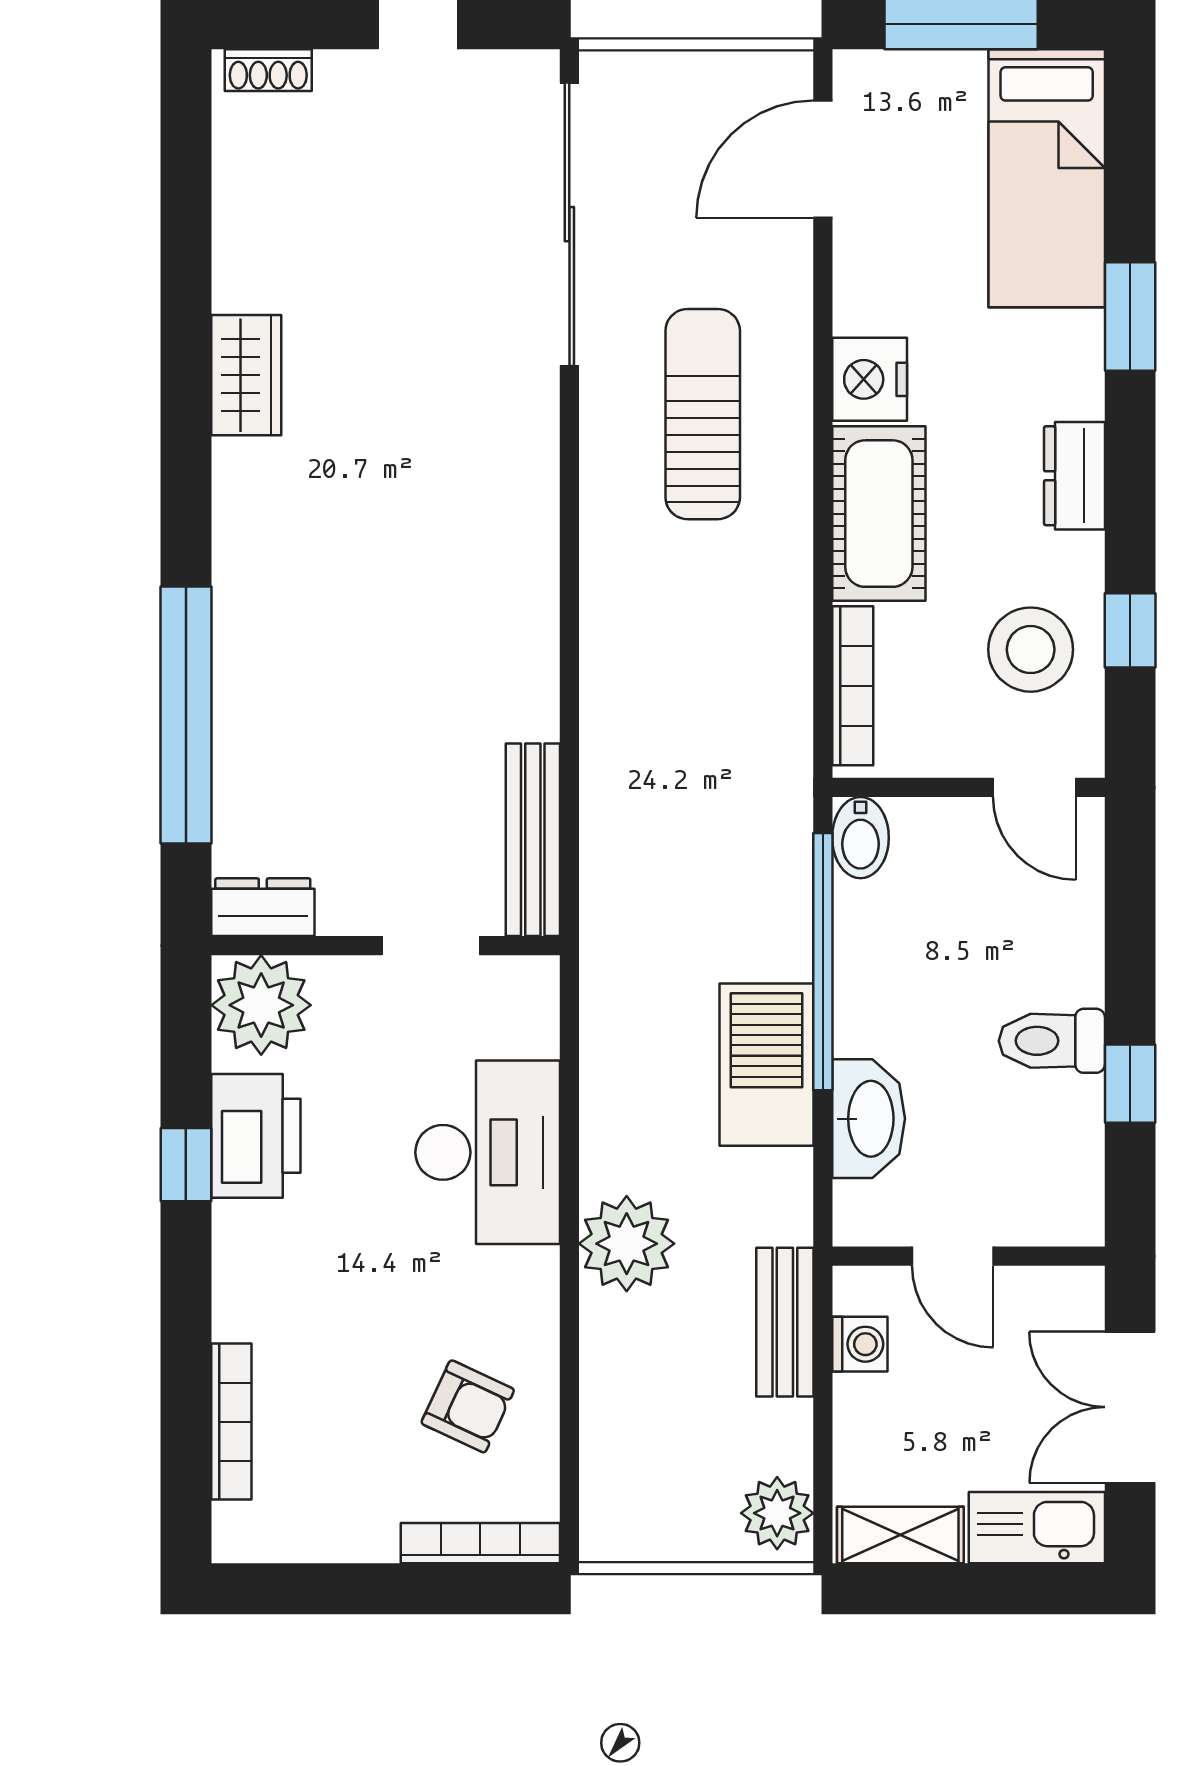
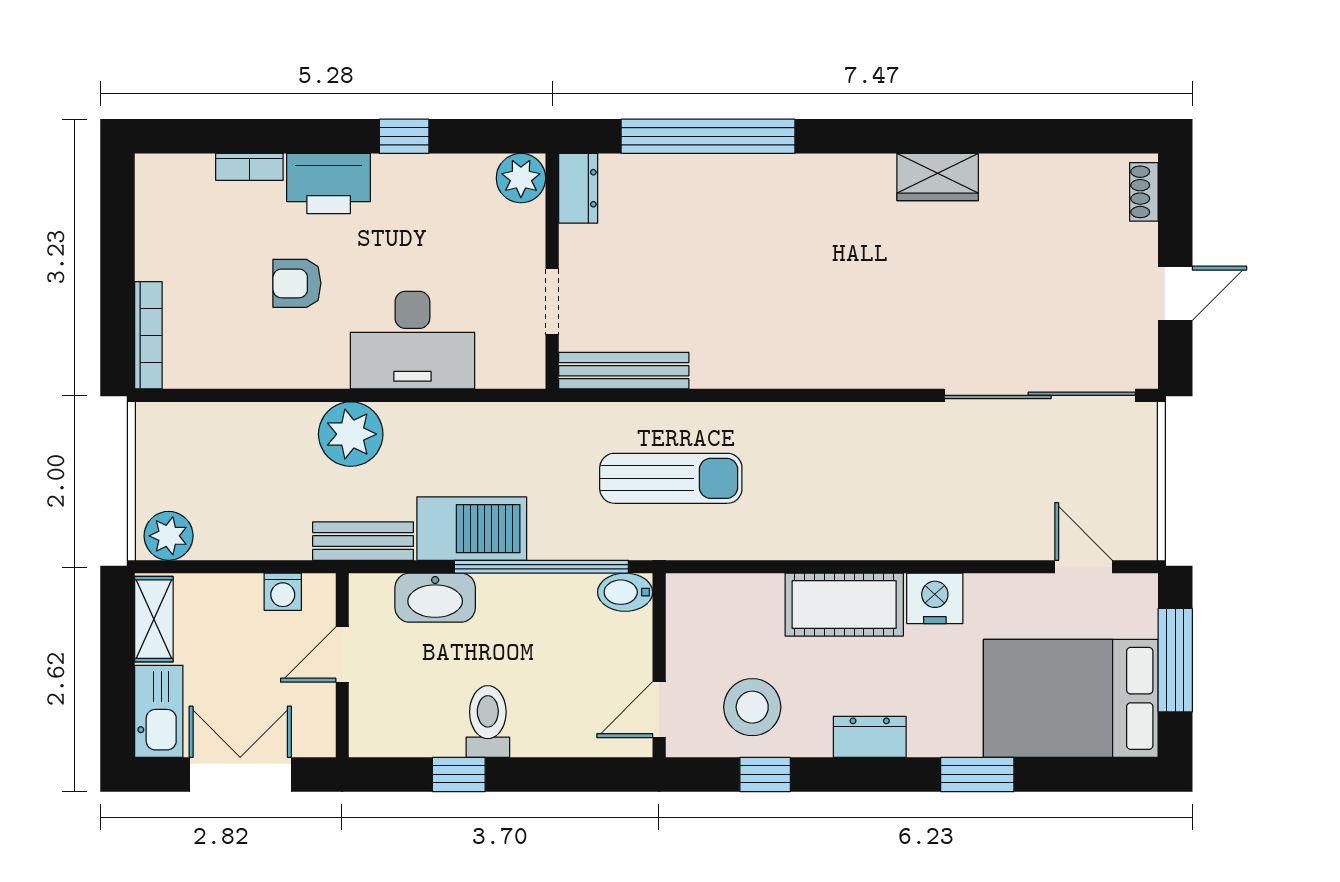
door: (823, 159) -> (1084, 567), width x0.73
bed: (1047, 178) -> (1071, 698), width x1.50
sun lounger: (703, 414) -> (671, 478), moved
bookcase: (853, 686) -> (728, 587), removed
plant: (261, 1005) -> (521, 178), width x0.73, depth x0.73
printer: (256, 1136) -> (329, 184), moved
bench: (785, 1322) -> (363, 541), moved
armchair: (468, 1406) -> (297, 283), moved, turned 65
bookcase: (231, 1422) -> (249, 167), width x0.64

